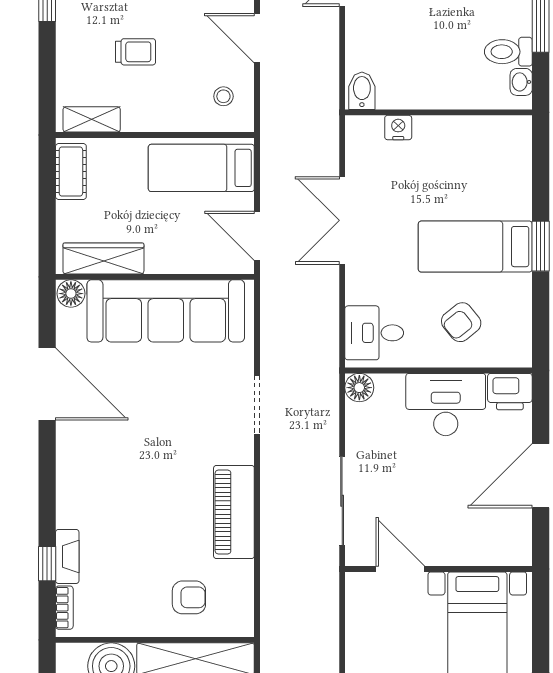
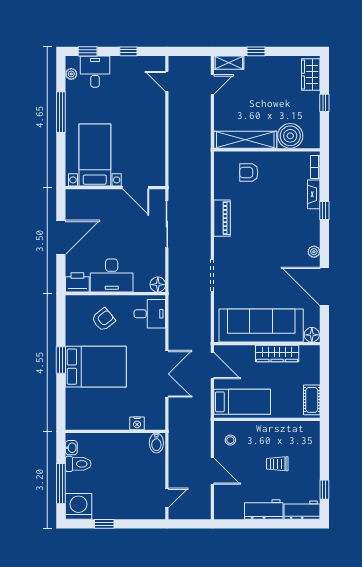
shelving: (92, 119) -> (301, 428), removed
bed: (475, 247) -> (96, 367), width x1.50
wardrobe: (103, 258) -> (277, 353), moved
plant: (67, 449) -> (314, 252), added
piano: (234, 512) -> (222, 218), width x0.73, depth x0.75
window: (47, 564) -> (324, 210), moved

